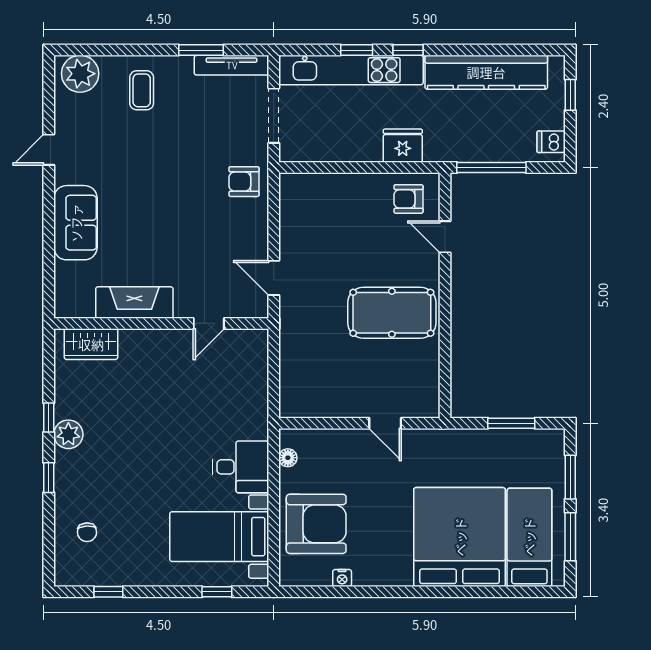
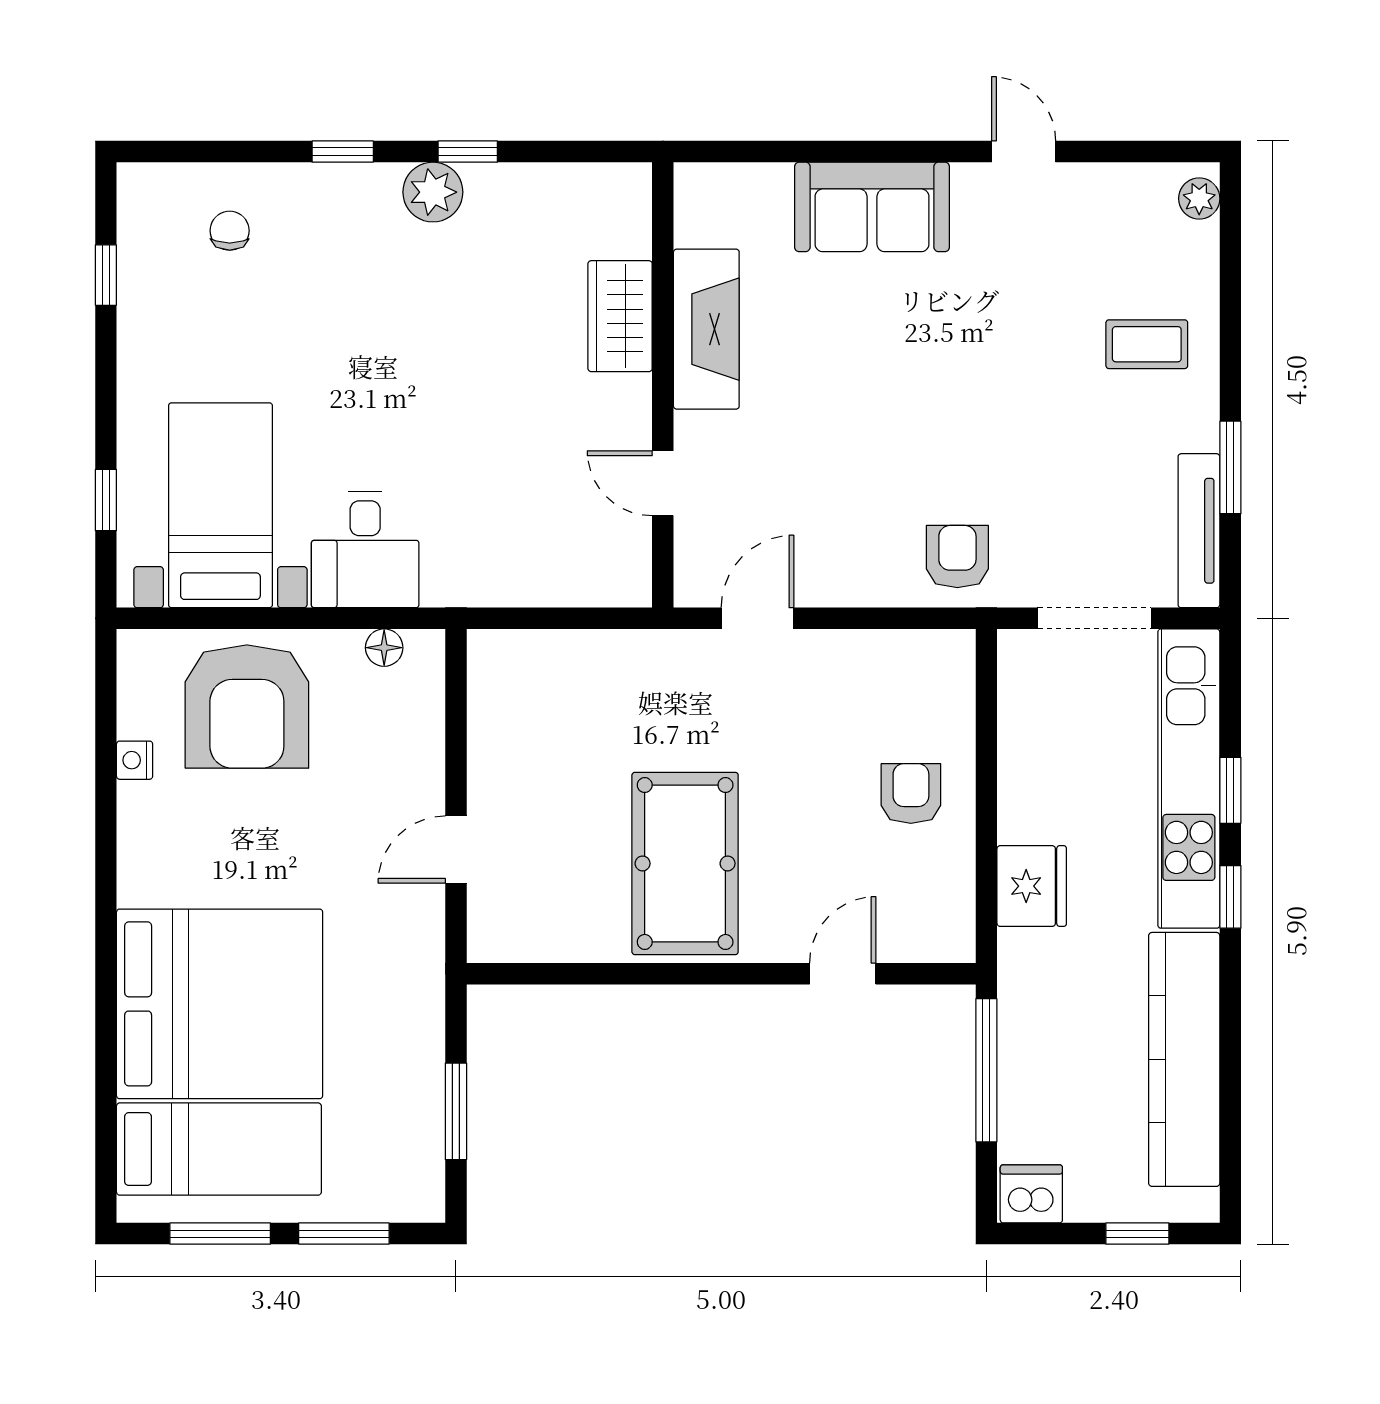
plant: (80, 74) -> (1199, 199), width x0.53, depth x0.53
dishwasher: (551, 142) -> (1031, 1194), width x1.38
armchair: (408, 199) -> (911, 793), moved
wardrobe: (91, 344) -> (620, 316), moved
chair: (87, 532) -> (230, 231), turned 93

